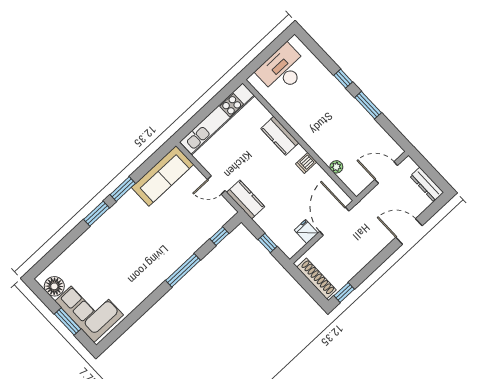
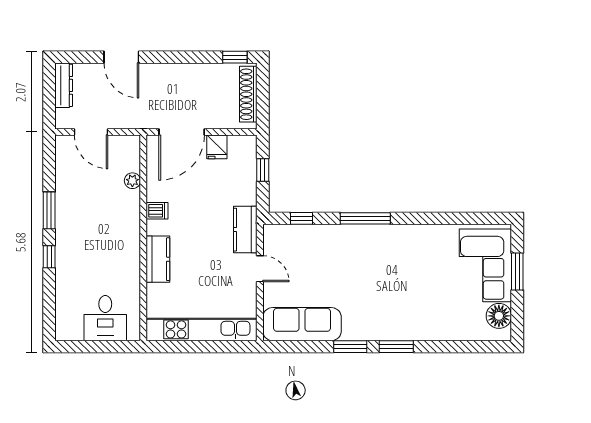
desk: (283, 70) -> (105, 318), width x0.73

